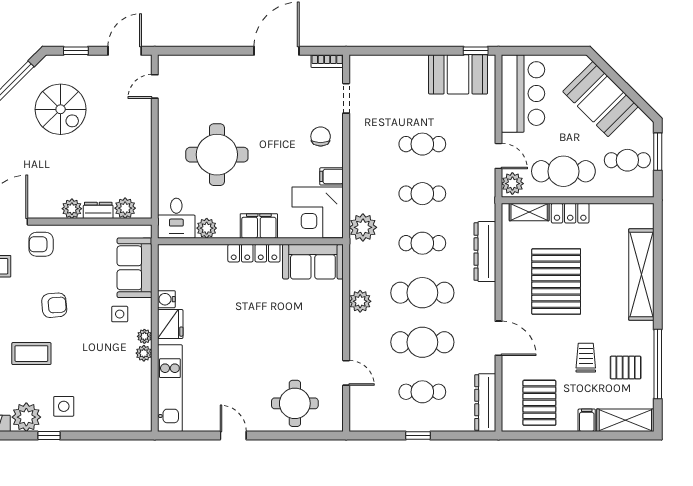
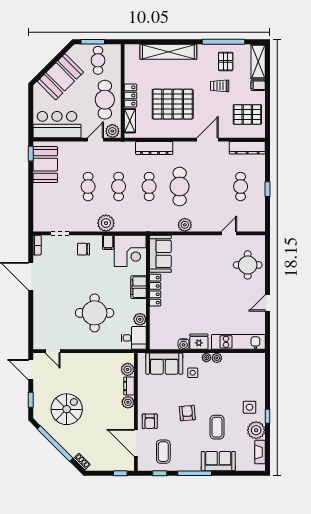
plant: (363, 227) -> (106, 223), moved
cafe table: (422, 342) -> (210, 187), removed

